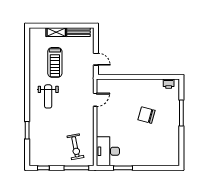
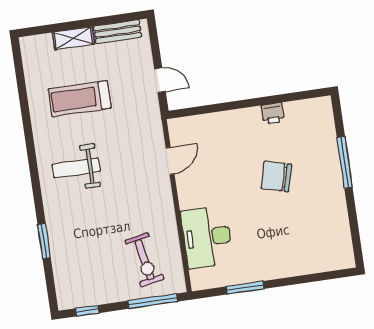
treadmill: (55, 62) -> (80, 99), turned 90
printer: (169, 84) -> (273, 113), moved
weight bench: (48, 96) -> (76, 168), turned 90
desk: (108, 151) -> (207, 237), moved

